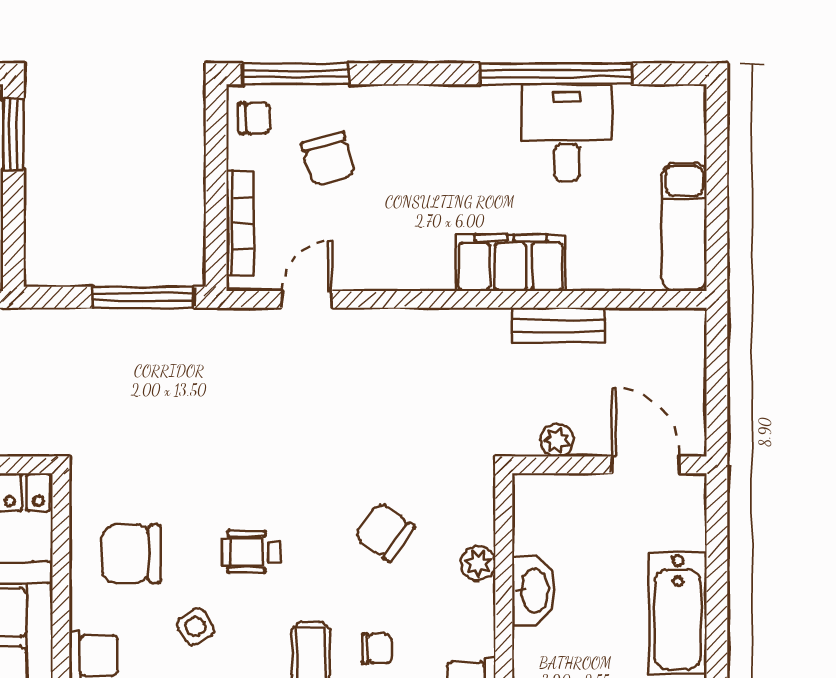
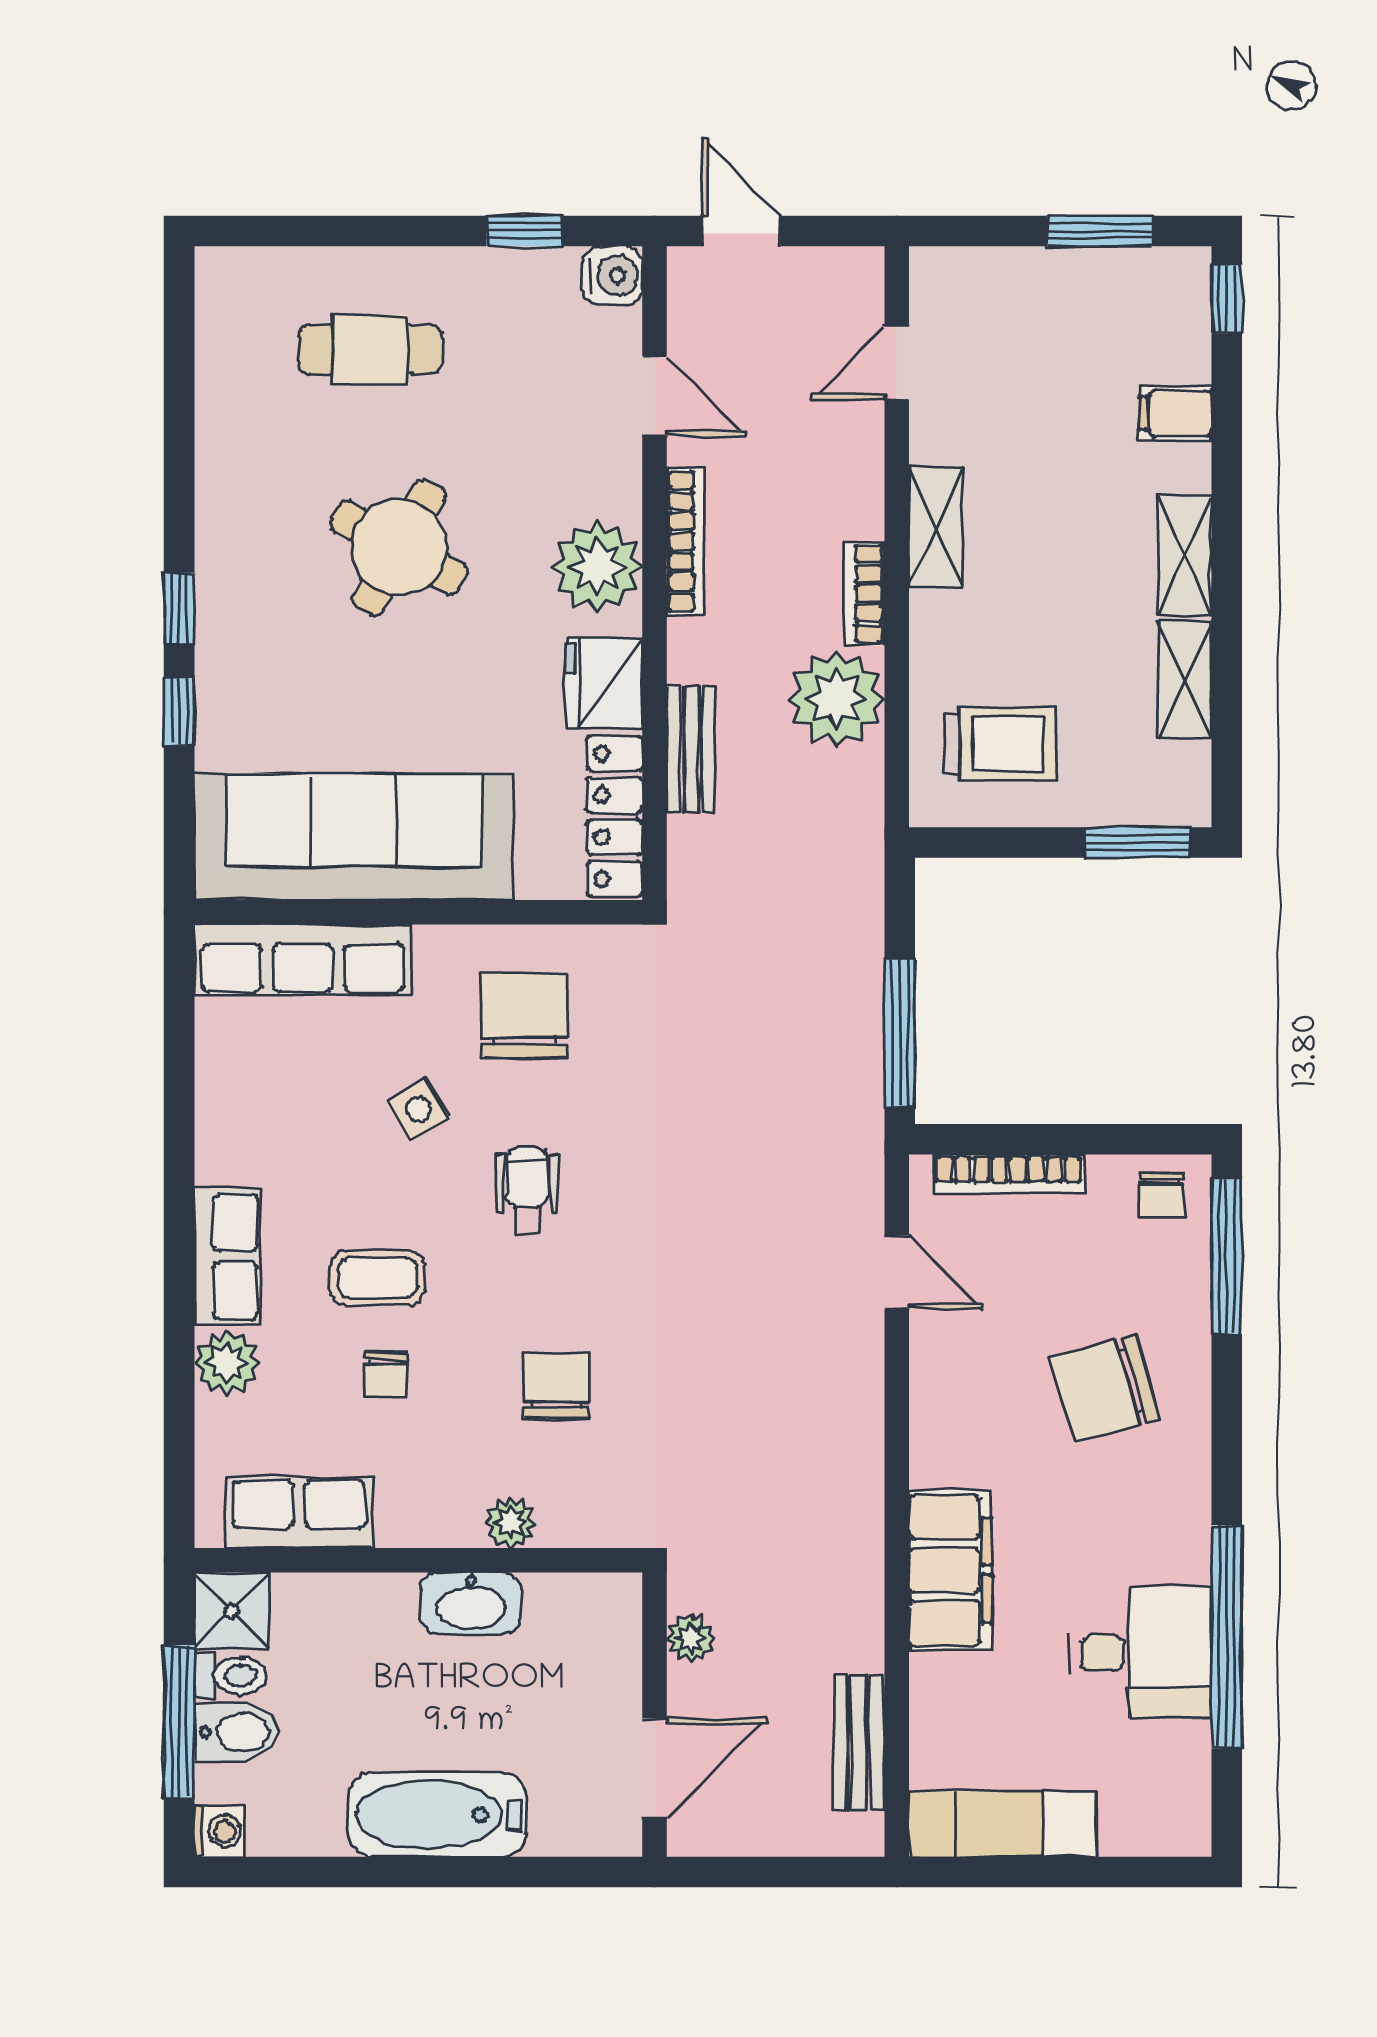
chair: (328, 159) -> (1105, 1388), moved, width x1.37, depth x1.37
bench: (558, 325) -> (859, 1743), moved
chair: (385, 532) -> (556, 1386), turned -35

